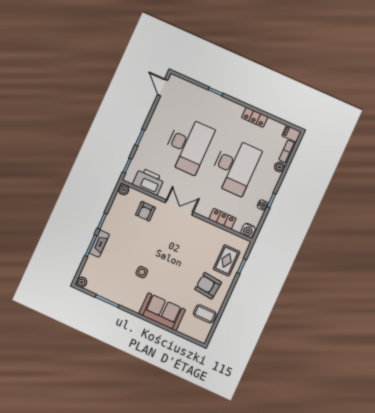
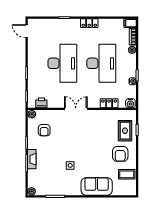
locker: (255, 117) -> (89, 23), moved
printer: (148, 181) -> (41, 103), width x0.53, depth x0.68
armchair: (145, 211) -> (44, 130), moved
armchair: (208, 286) -> (120, 154), turned -96

